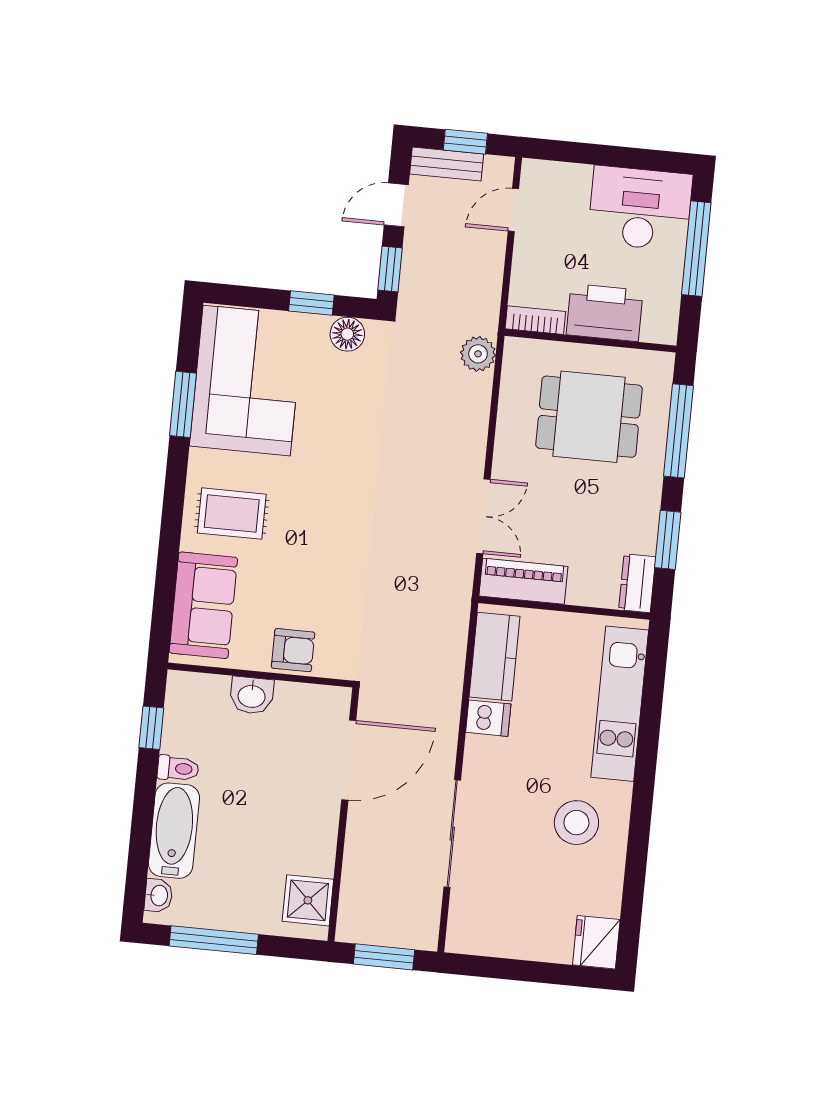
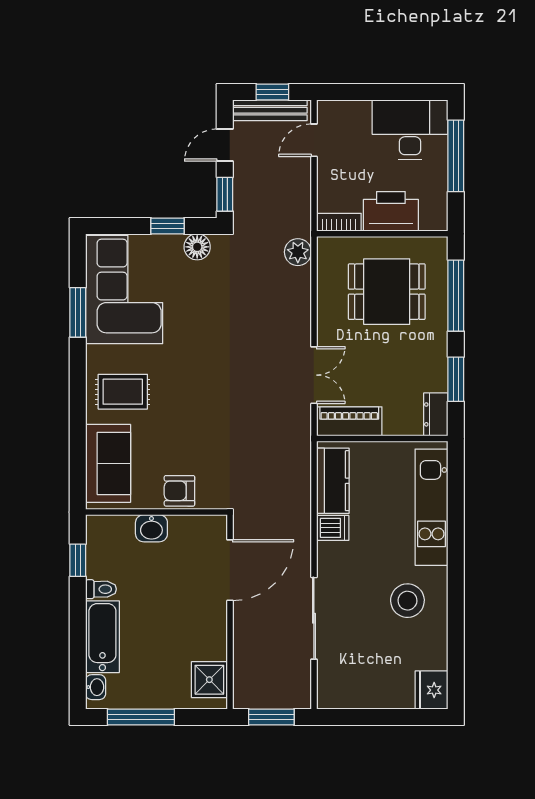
bench: (447, 164) -> (270, 110), width x1.36
armchair: (293, 650) -> (179, 491), turned 180

